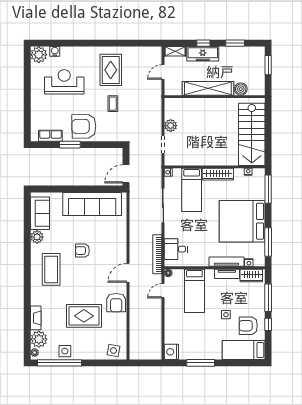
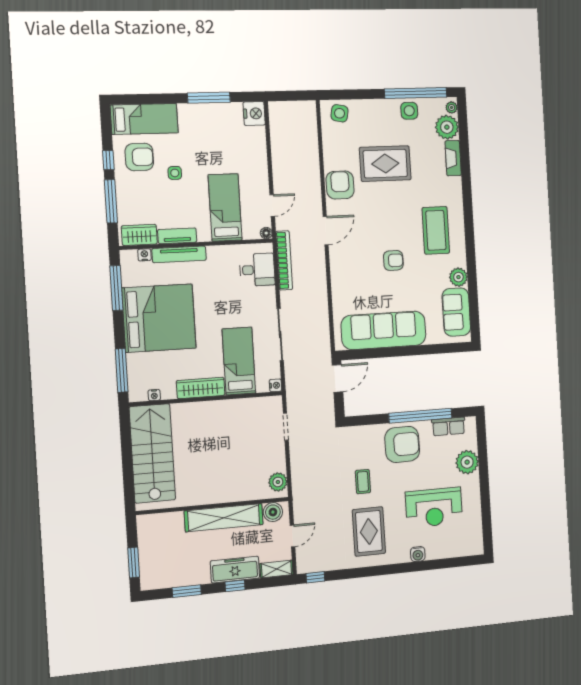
window: (149, 43) -> (315, 577), added
water cooler: (55, 51) -> (418, 554), moved
plant: (39, 55) -> (467, 462), moved
boiler: (241, 89) -> (273, 512), moved
plant: (171, 126) -> (278, 482), moved
window: (70, 145) -> (420, 416), width x2.11

